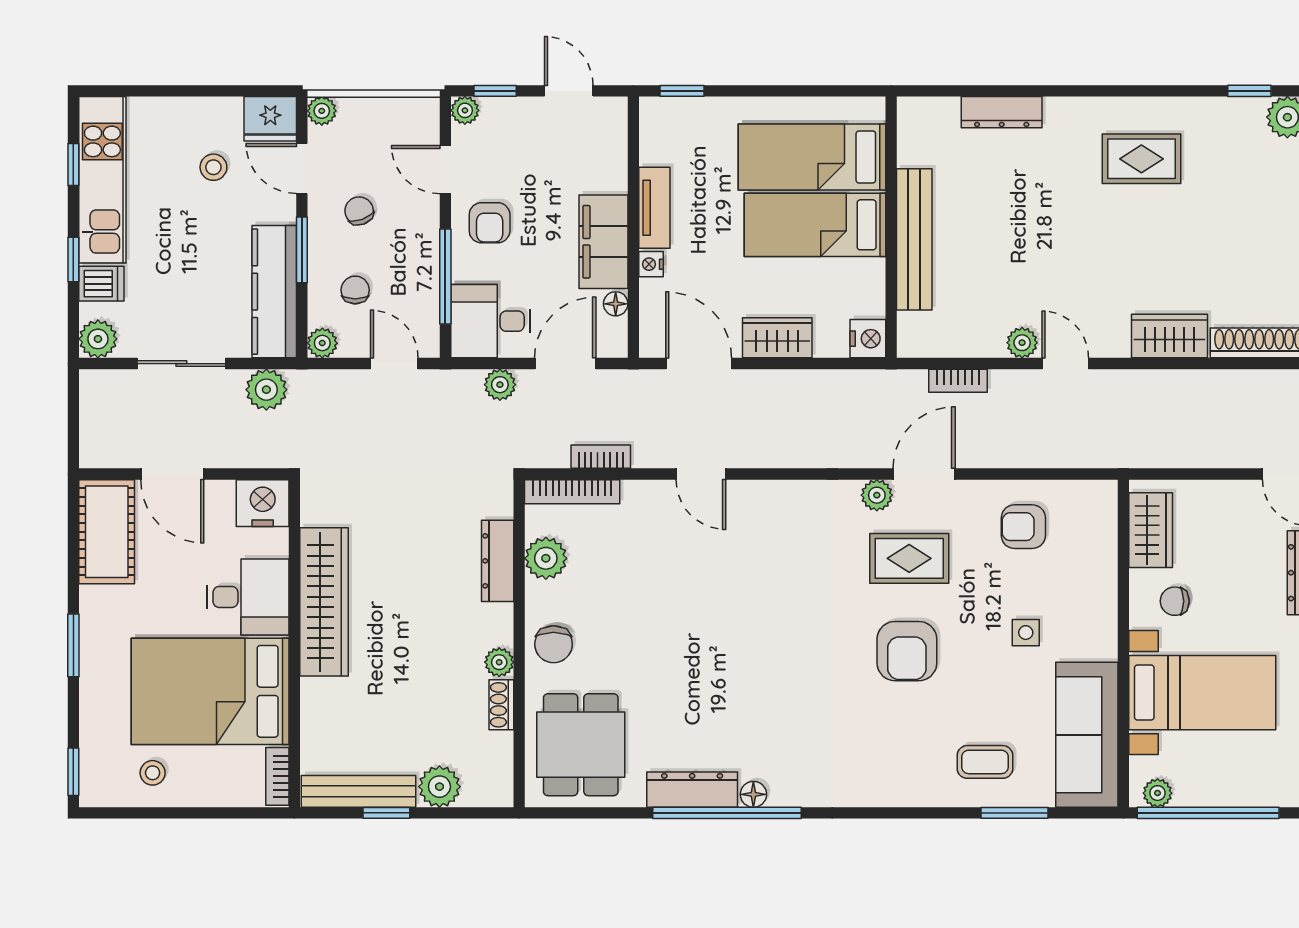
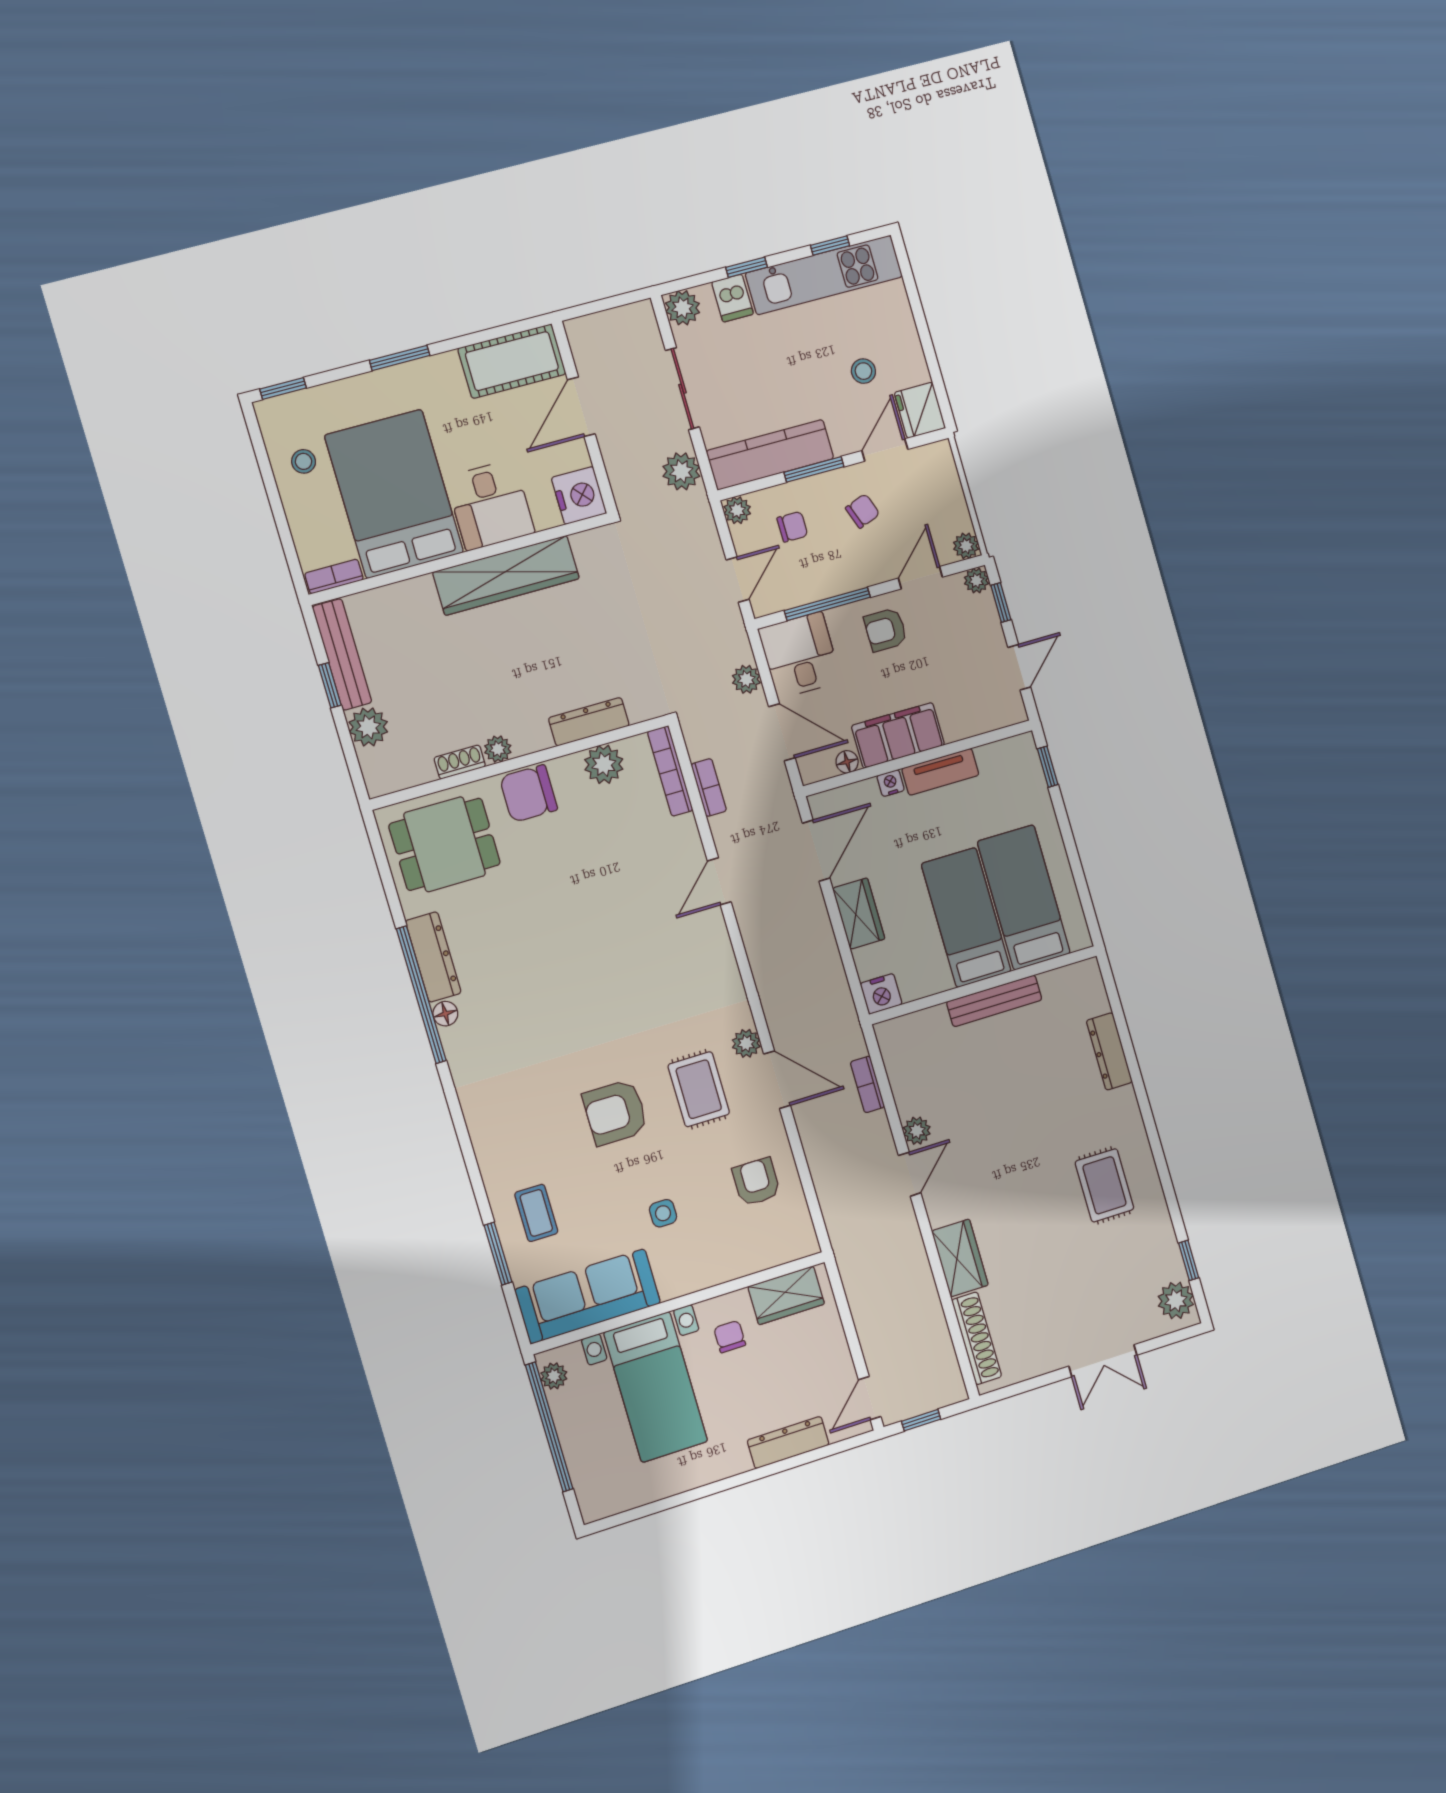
plant: (322, 111) -> (966, 546), moved
bench: (914, 239) -> (994, 1001), width x0.73, depth x0.82
chair: (554, 644) -> (529, 793), width x1.37, depth x1.37

